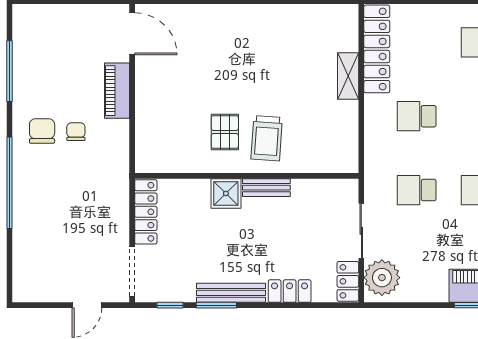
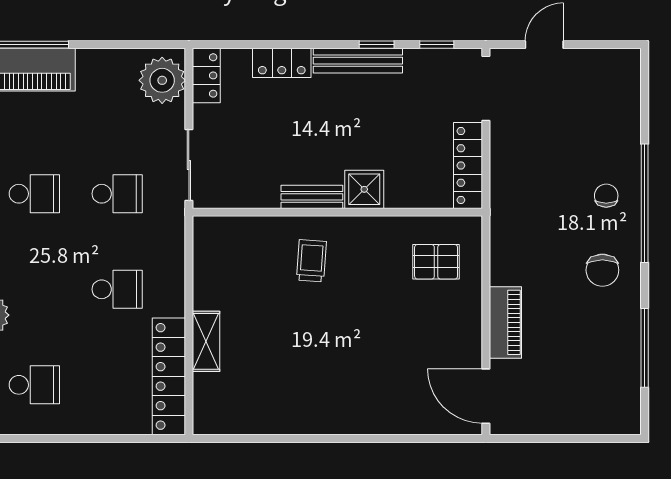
chair: (76, 132) -> (606, 196), moved, turned 180
pallet: (225, 132) -> (436, 262), moved, turned 90
trolley: (267, 138) -> (311, 261), width x0.73, depth x0.72
sliding door: (361, 231) -> (189, 165), moved
window: (216, 305) -> (377, 45), width x0.67

